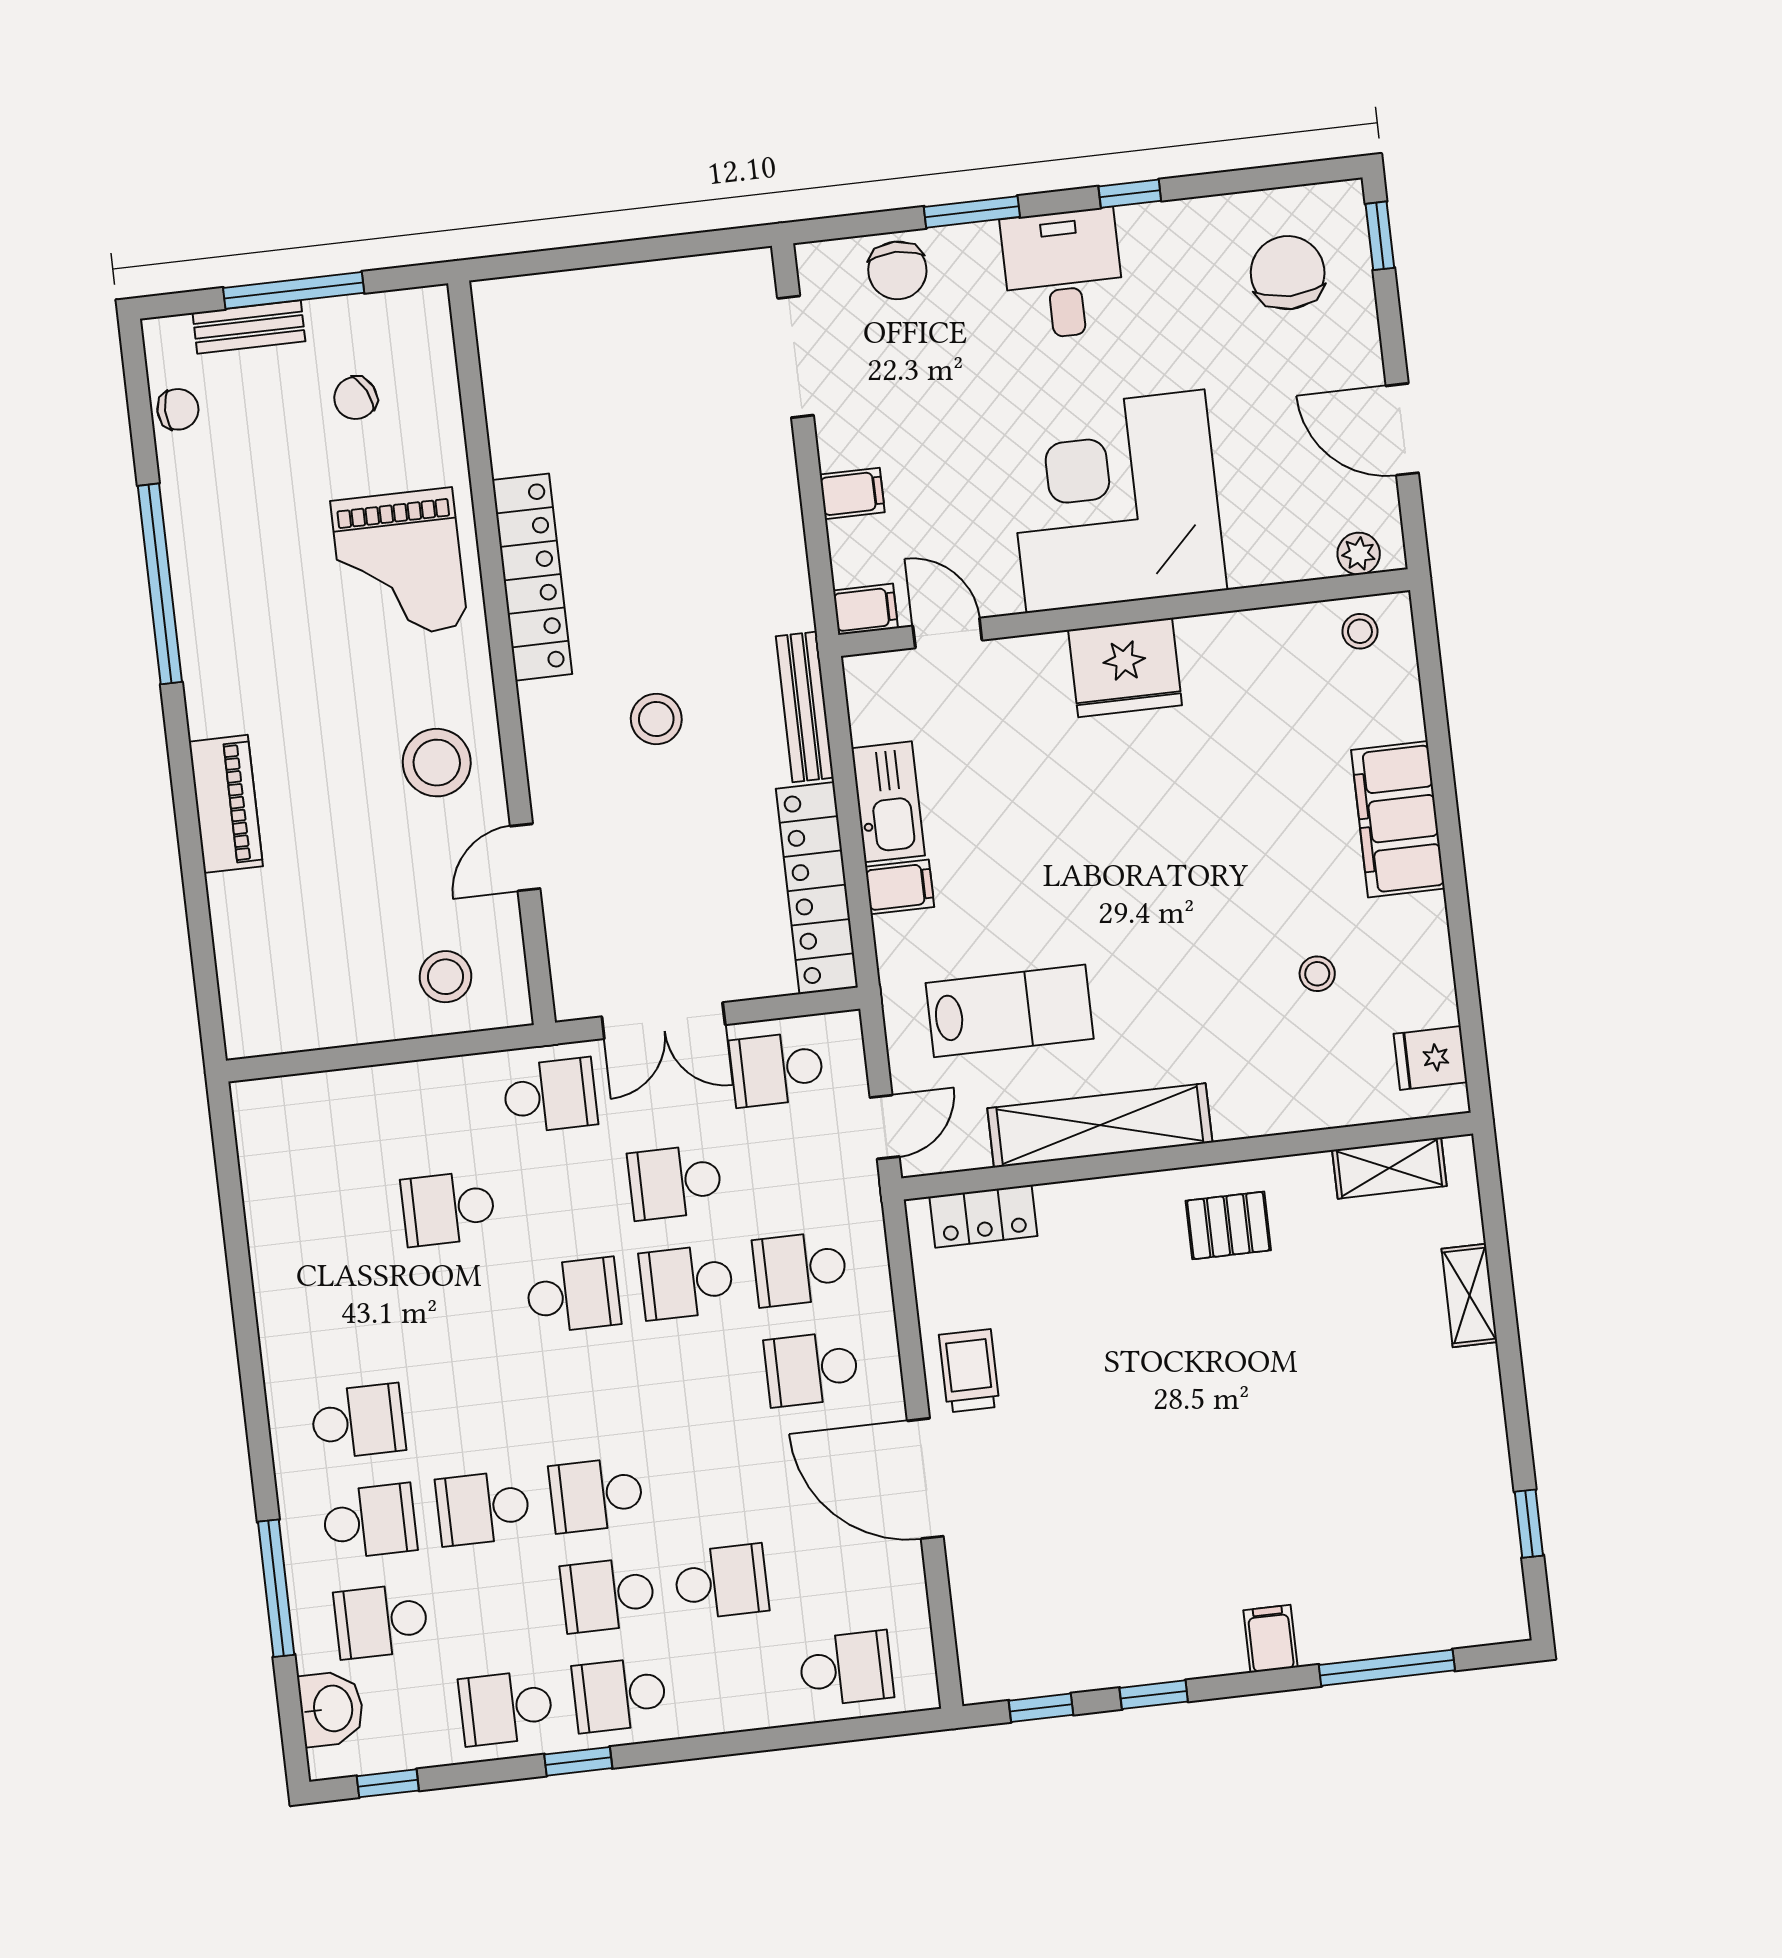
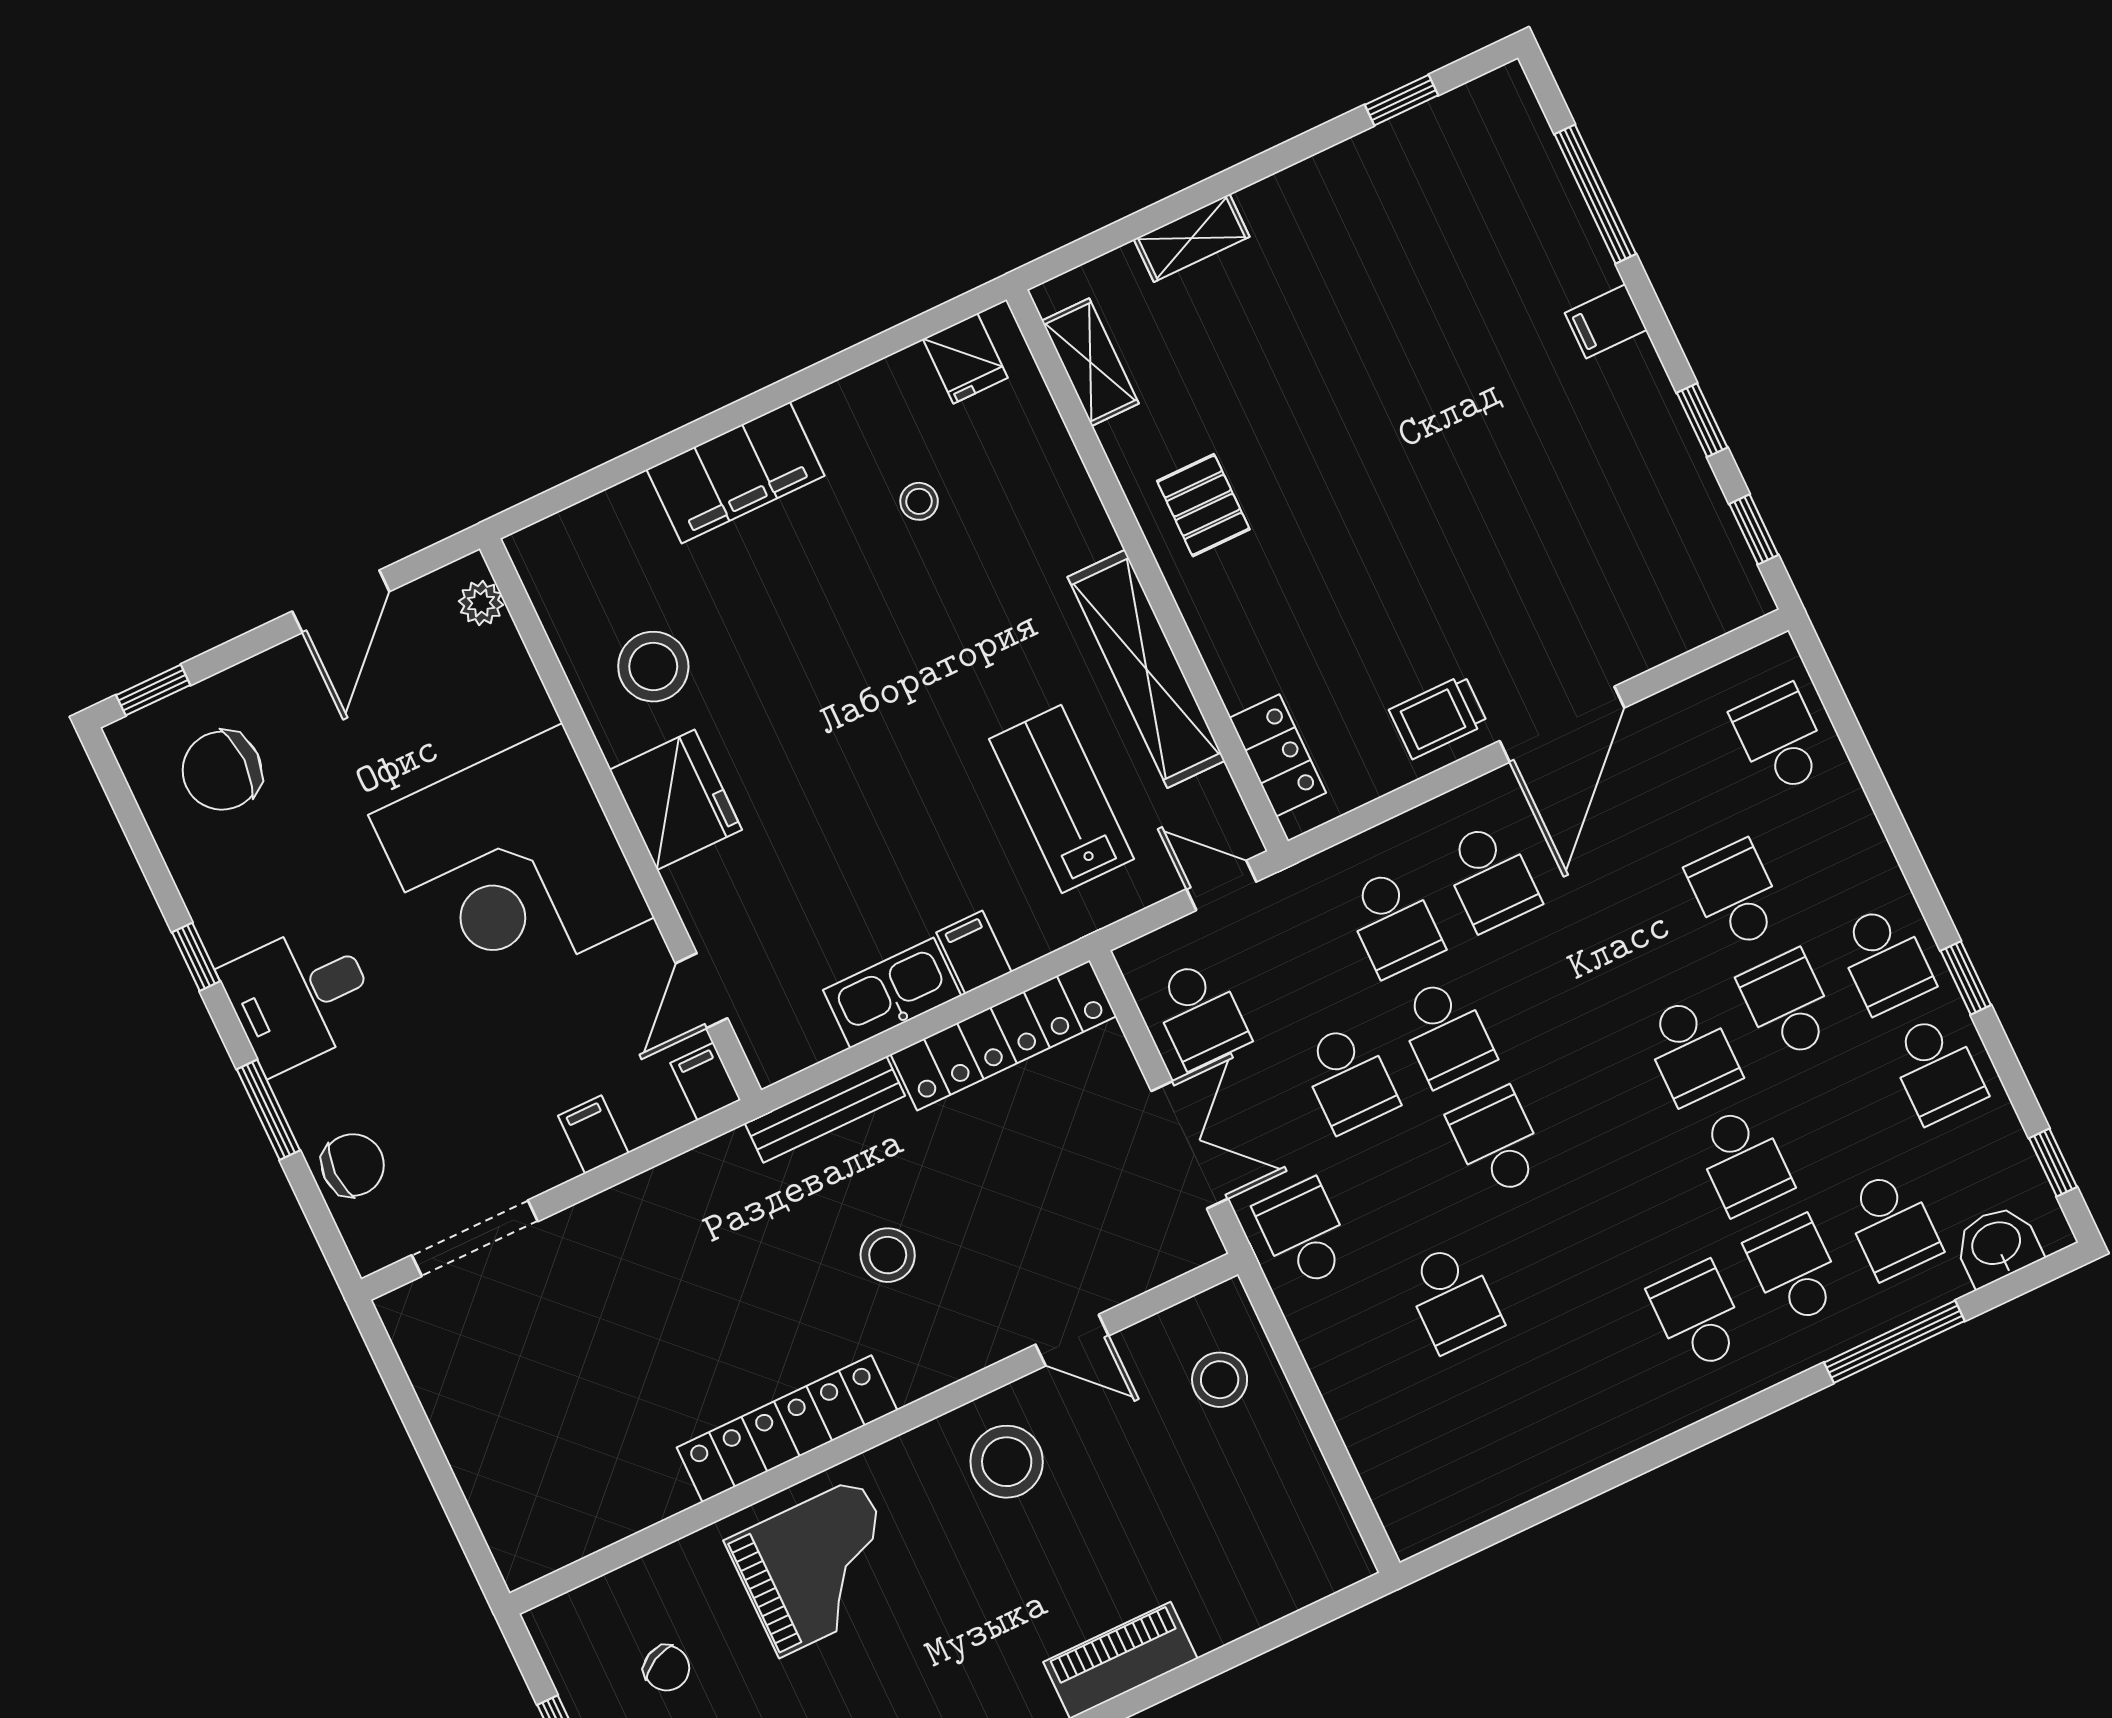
stool: (1360, 631) -> (653, 667), moved, width x1.89, depth x1.89
school desk: (608, 1595) -> (1788, 1005), turned 180

